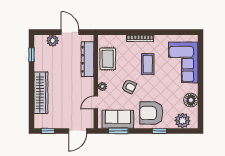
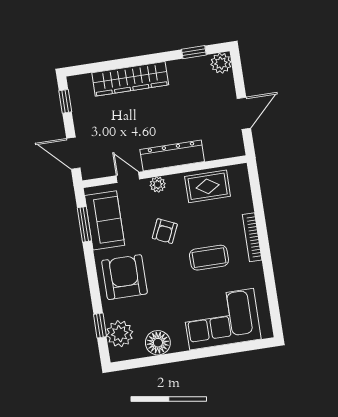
plant: (53, 41) -> (221, 63), moved
dresser: (87, 59) -> (172, 155), moved
window: (159, 131) -> (100, 325), moved

